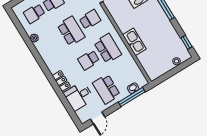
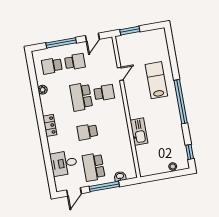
school desk: (71, 31) -> (81, 97), turned 180
school desk: (108, 48) -> (110, 128), removed
locker: (61, 81) -> (50, 125), moved
window: (132, 97) -> (104, 186), moved

